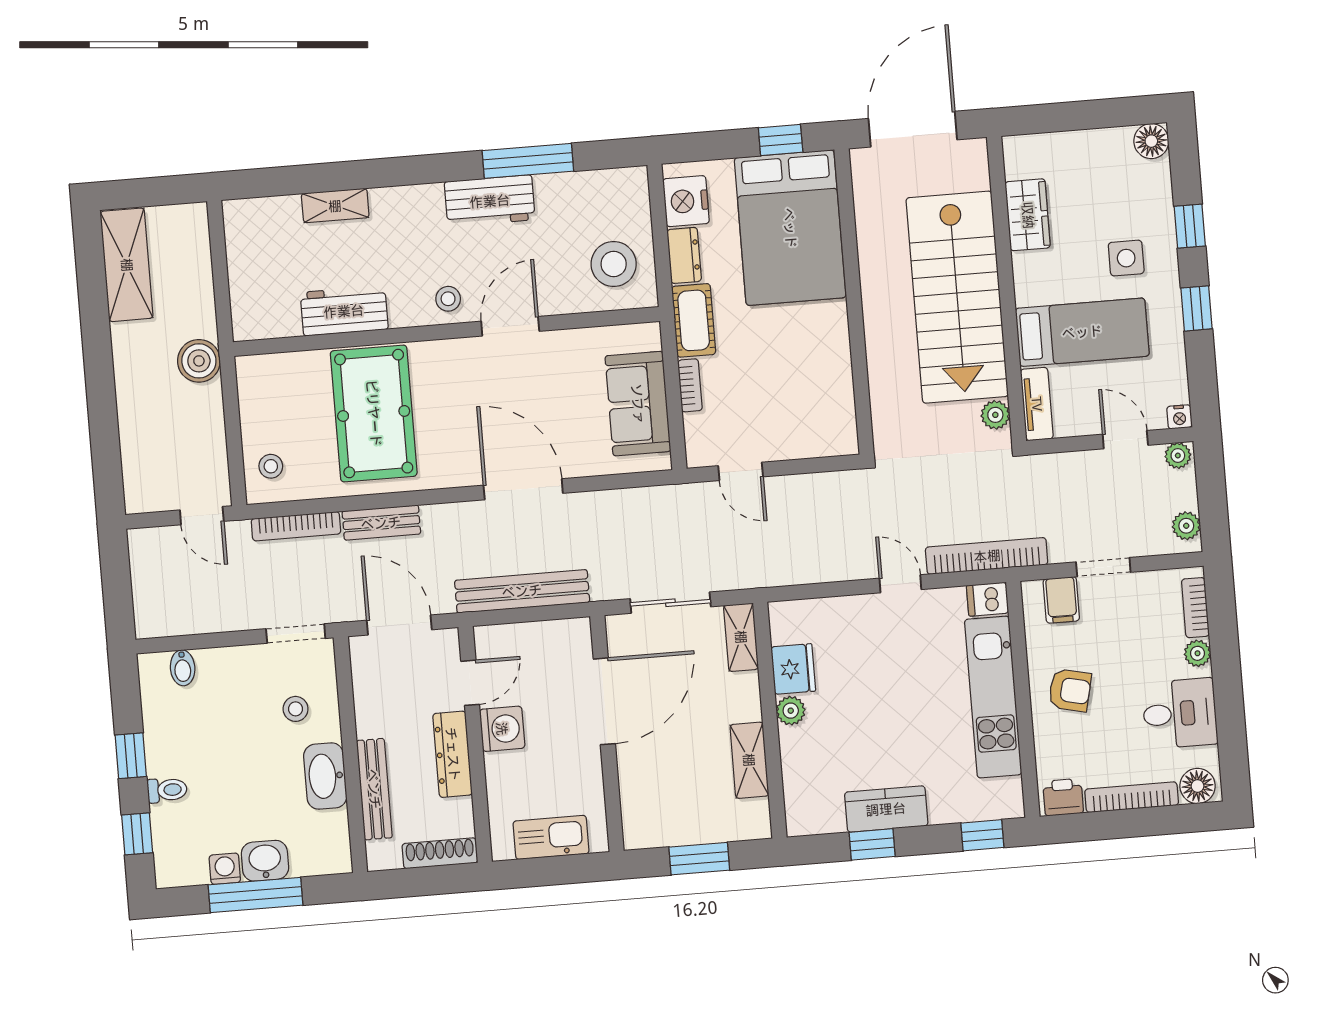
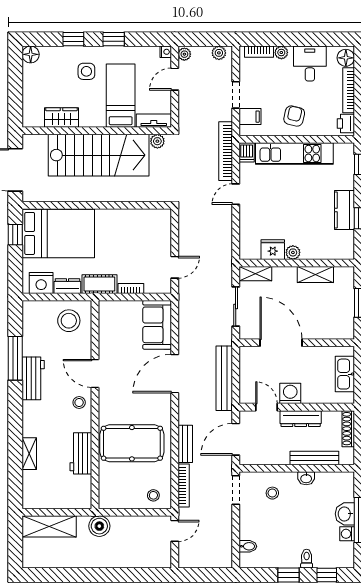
shelving: (127, 265) -> (49, 526), moved
sofa: (638, 404) -> (157, 325), moved, turned 90
washbasin: (325, 776) -> (306, 478), width x0.52, depth x0.69

